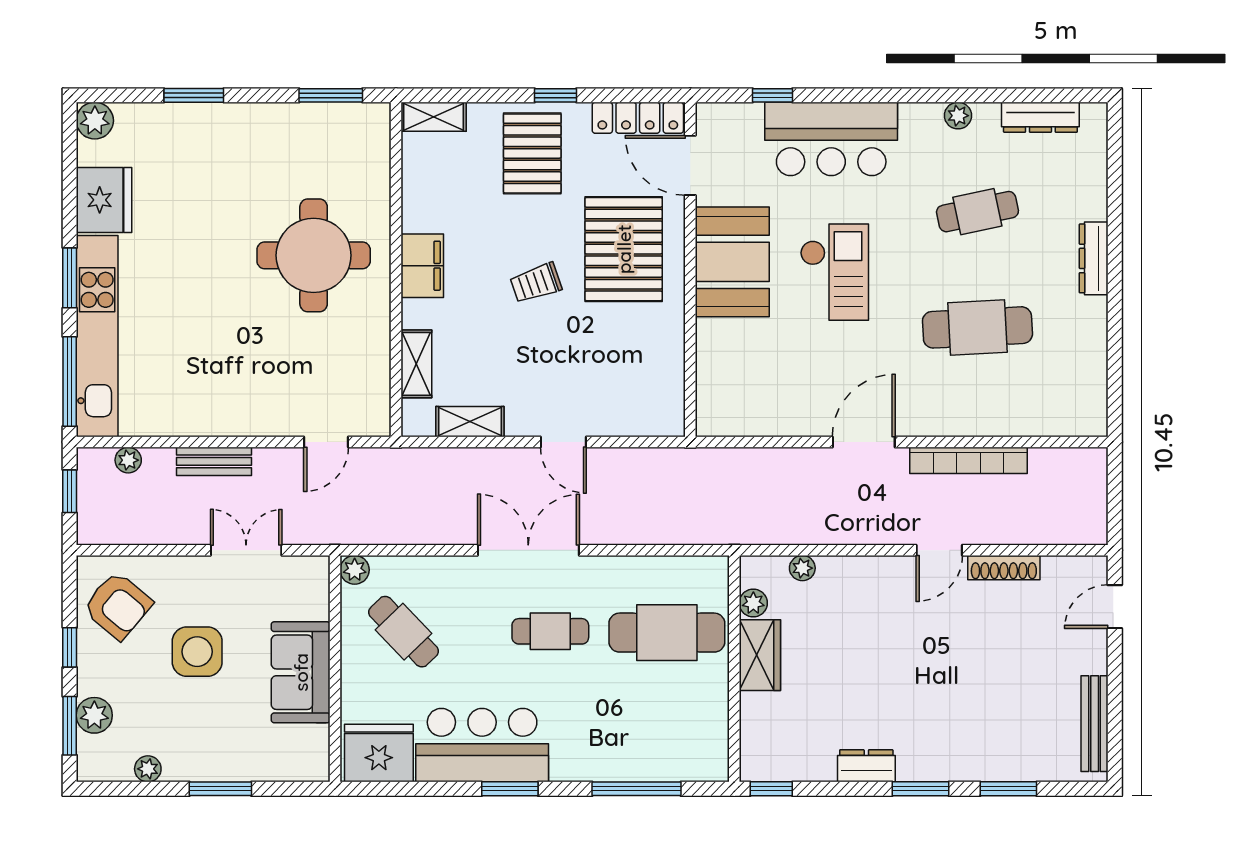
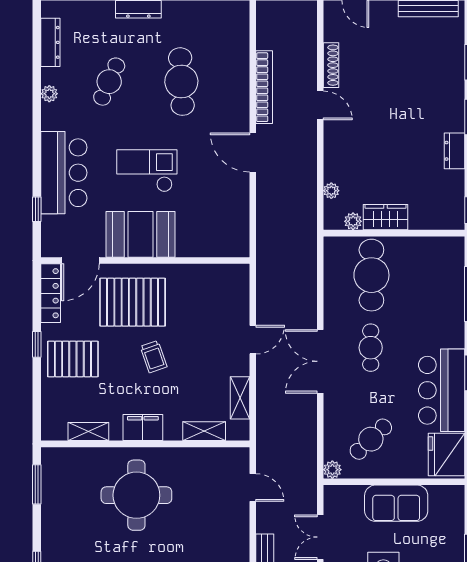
shelving: (434, 117) -> (88, 432), moved, turned 90
cafe table: (977, 212) -> (109, 82), turned 36

